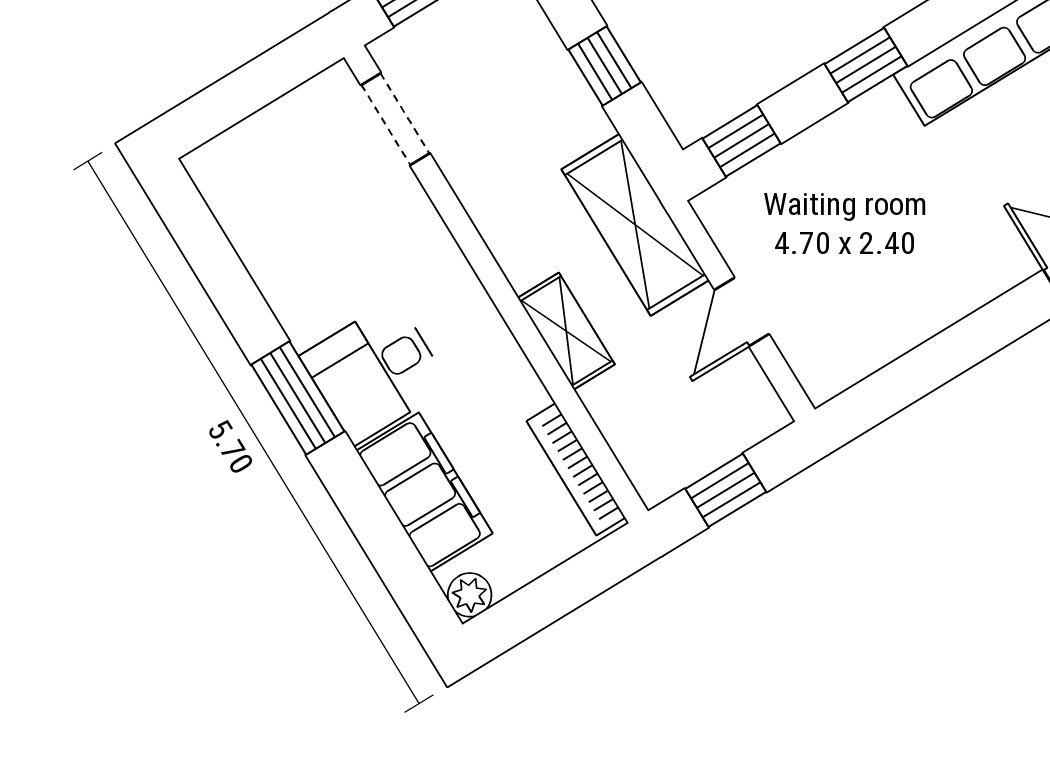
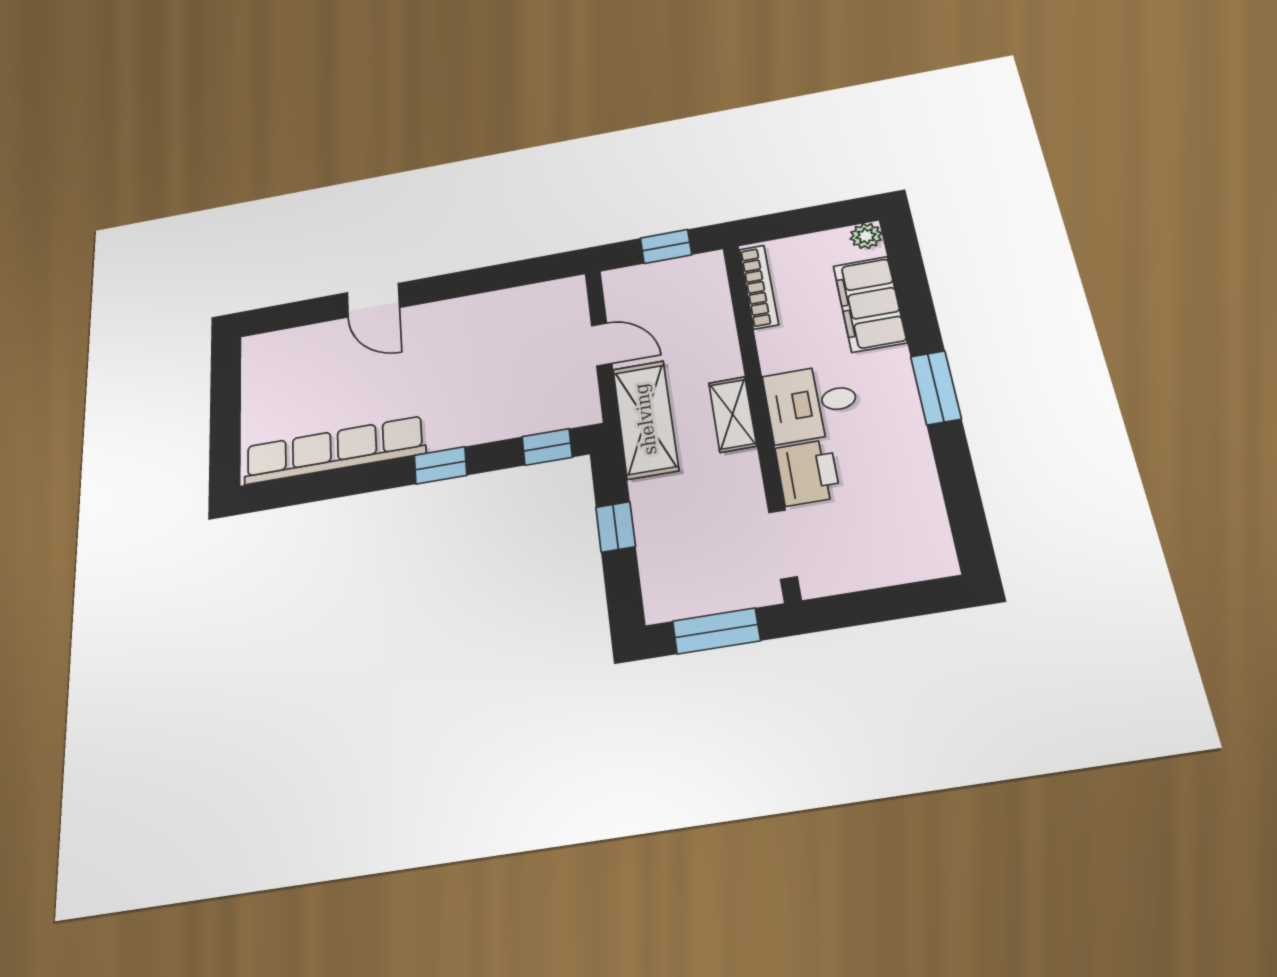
printer: (405, 225) -> (808, 473), added
door: (742, 312) -> (602, 344), hinge flipped
shelving: (566, 331) -> (733, 414), moved
desk: (375, 372) -> (812, 403), moved, turned 180

